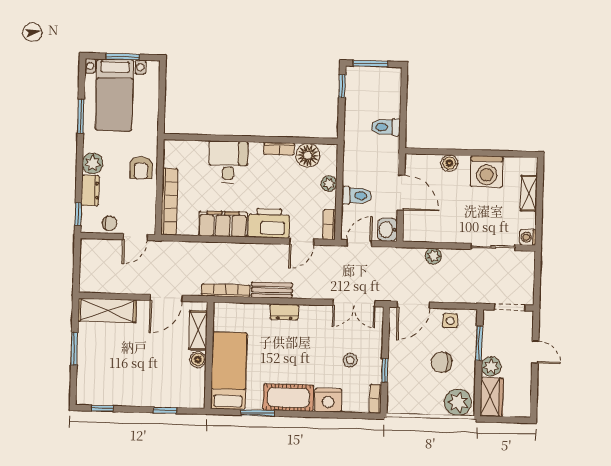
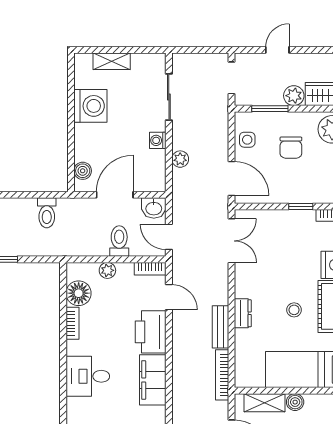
boiler: (449, 163) -> (83, 171), moved
washing machine: (528, 237) -> (158, 140), moved, turned 90
stool: (350, 360) -> (294, 310), moved

